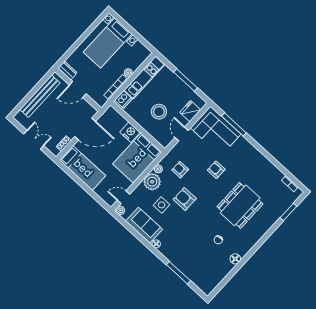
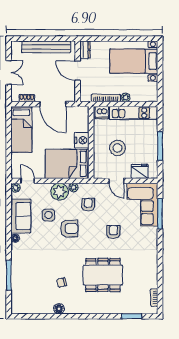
door: (182, 134) -> (116, 181), swing flipped
armchair: (185, 199) -> (69, 228), turned 90

